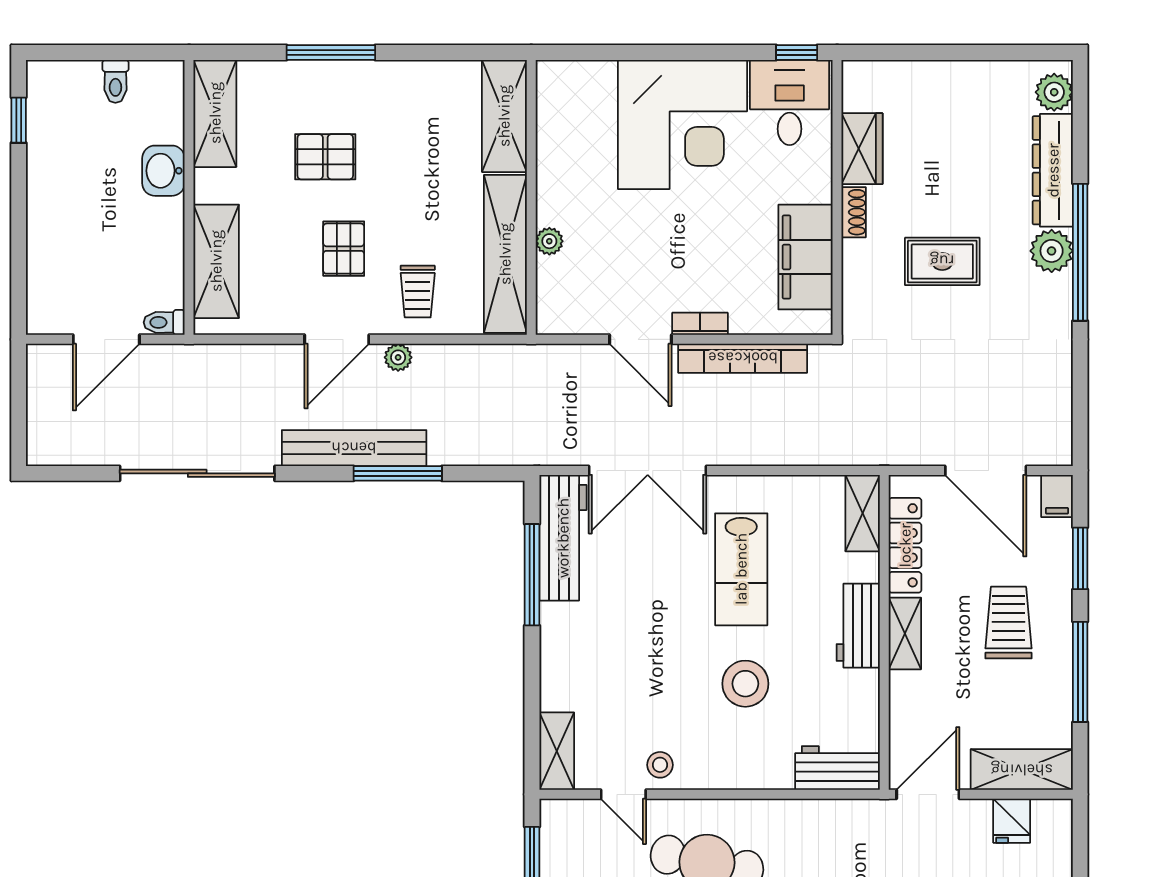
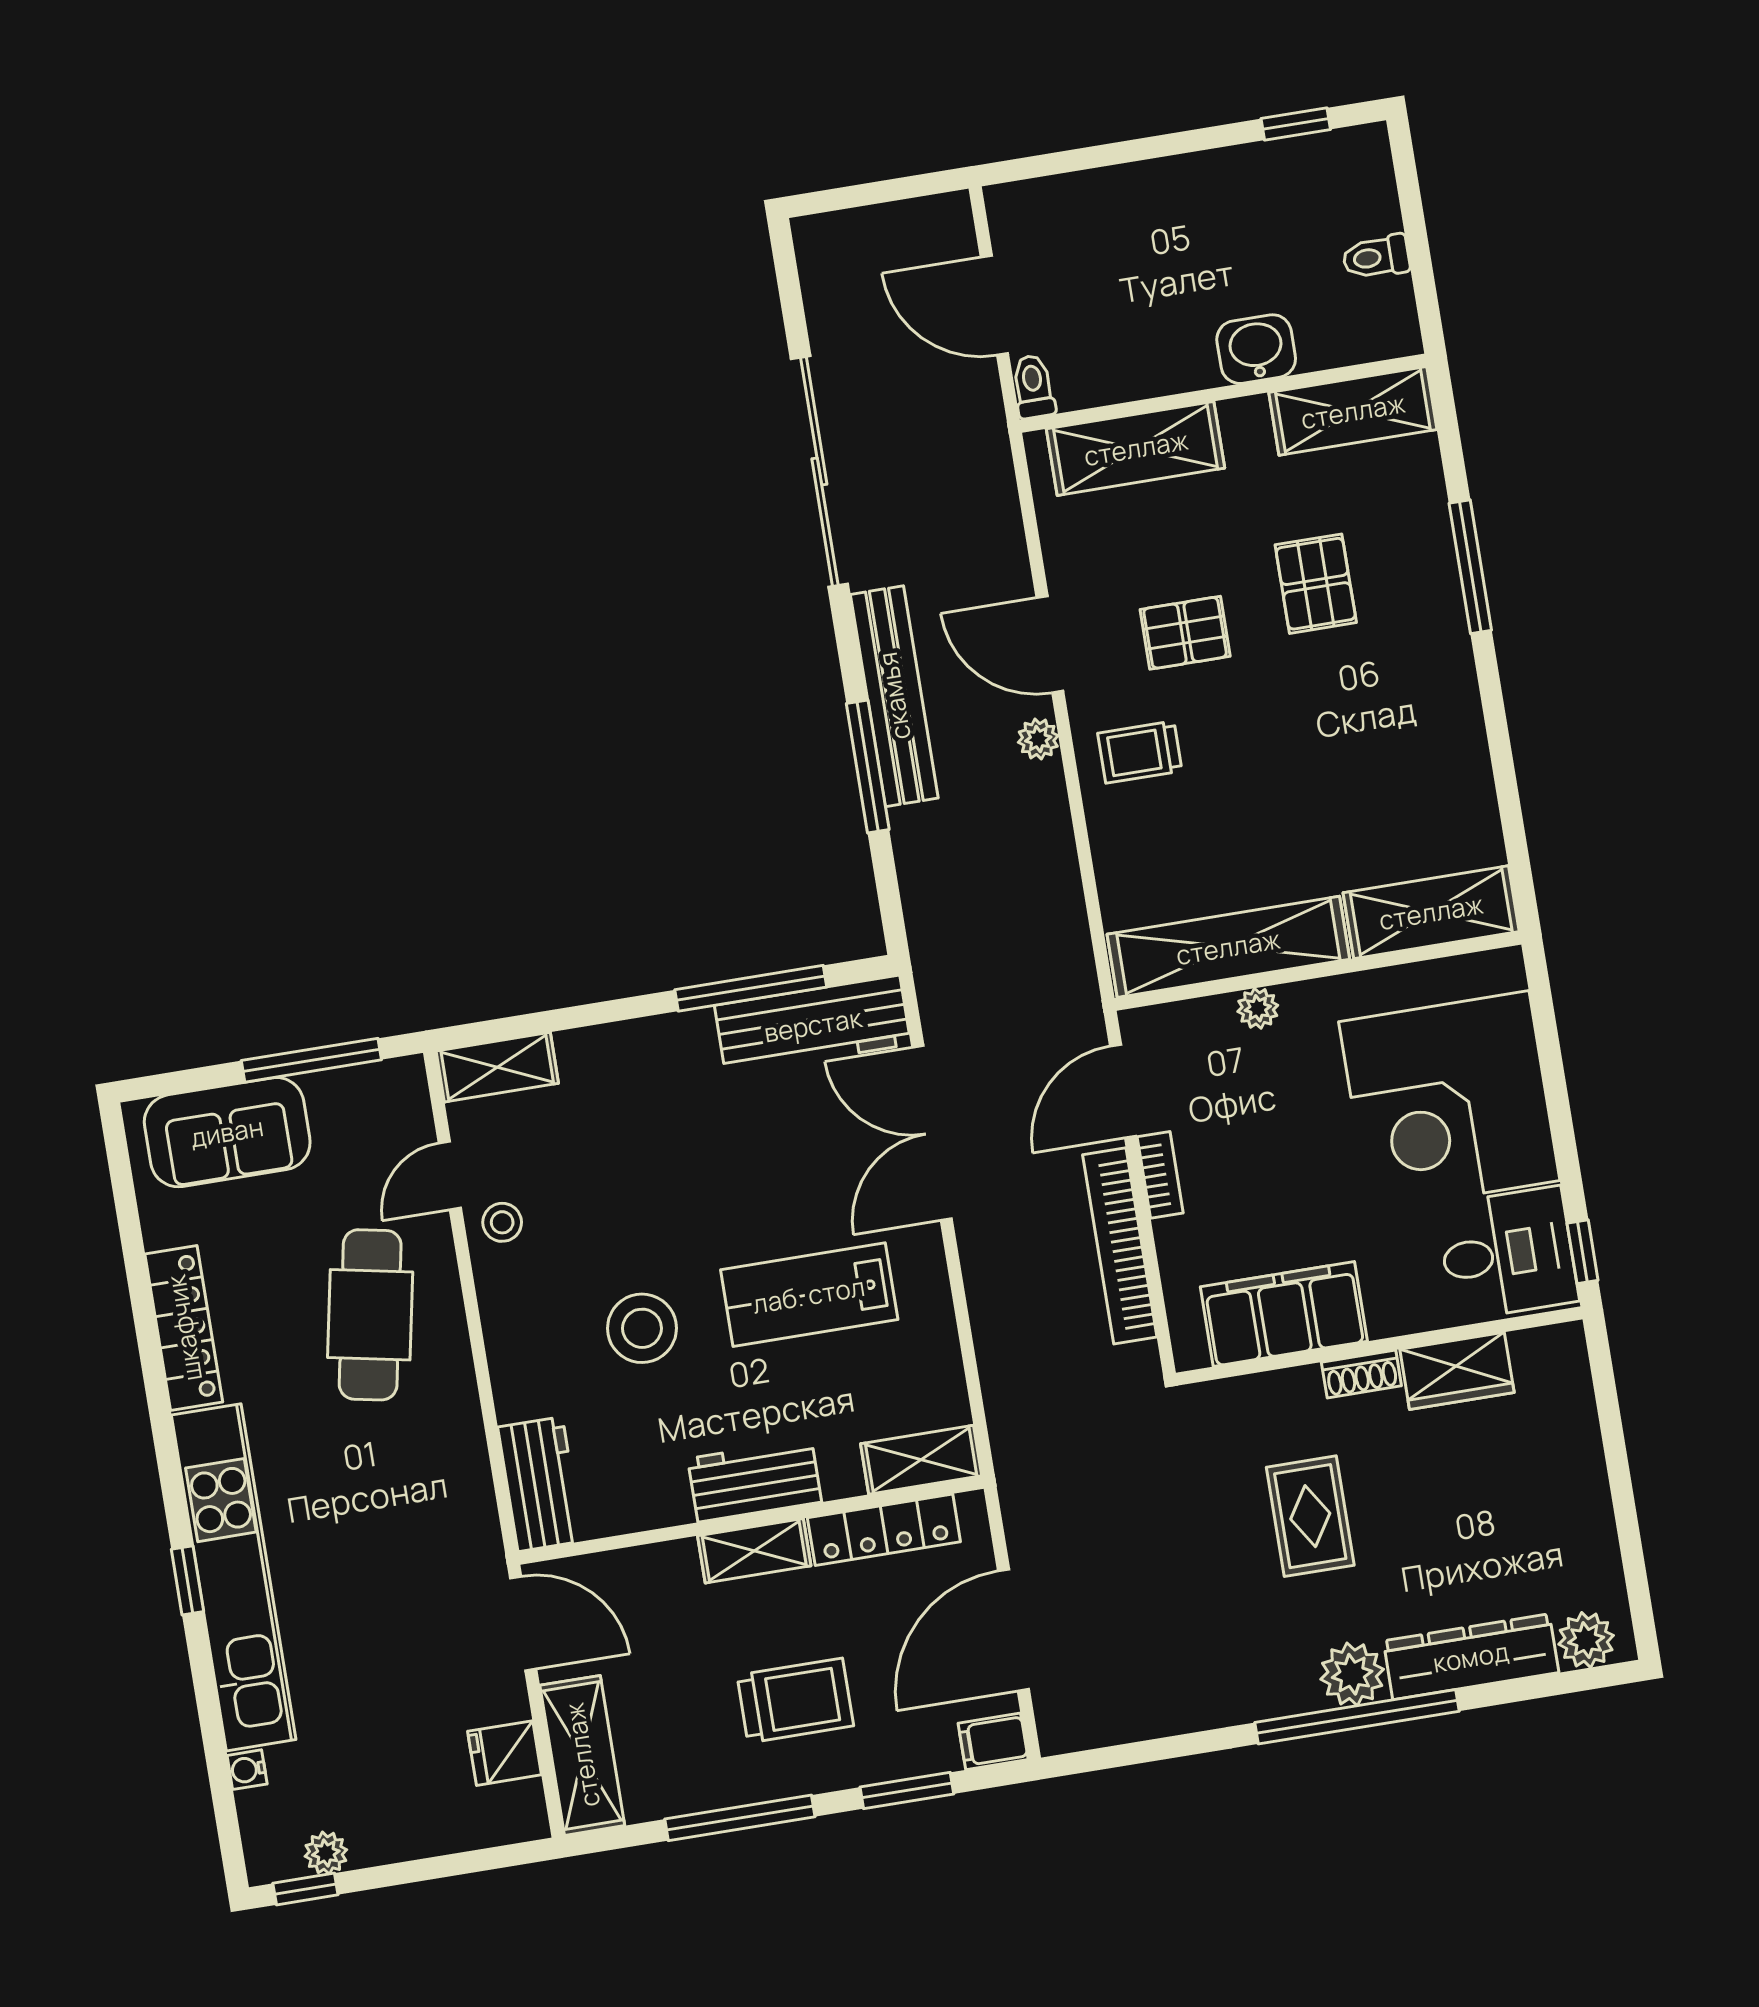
shelving: (504, 116) -> (1431, 912), moved
wall: (531, 197) -> (1318, 971), moved
plant: (549, 241) -> (1258, 1008), moved
shelving: (505, 254) -> (1228, 947), moved

